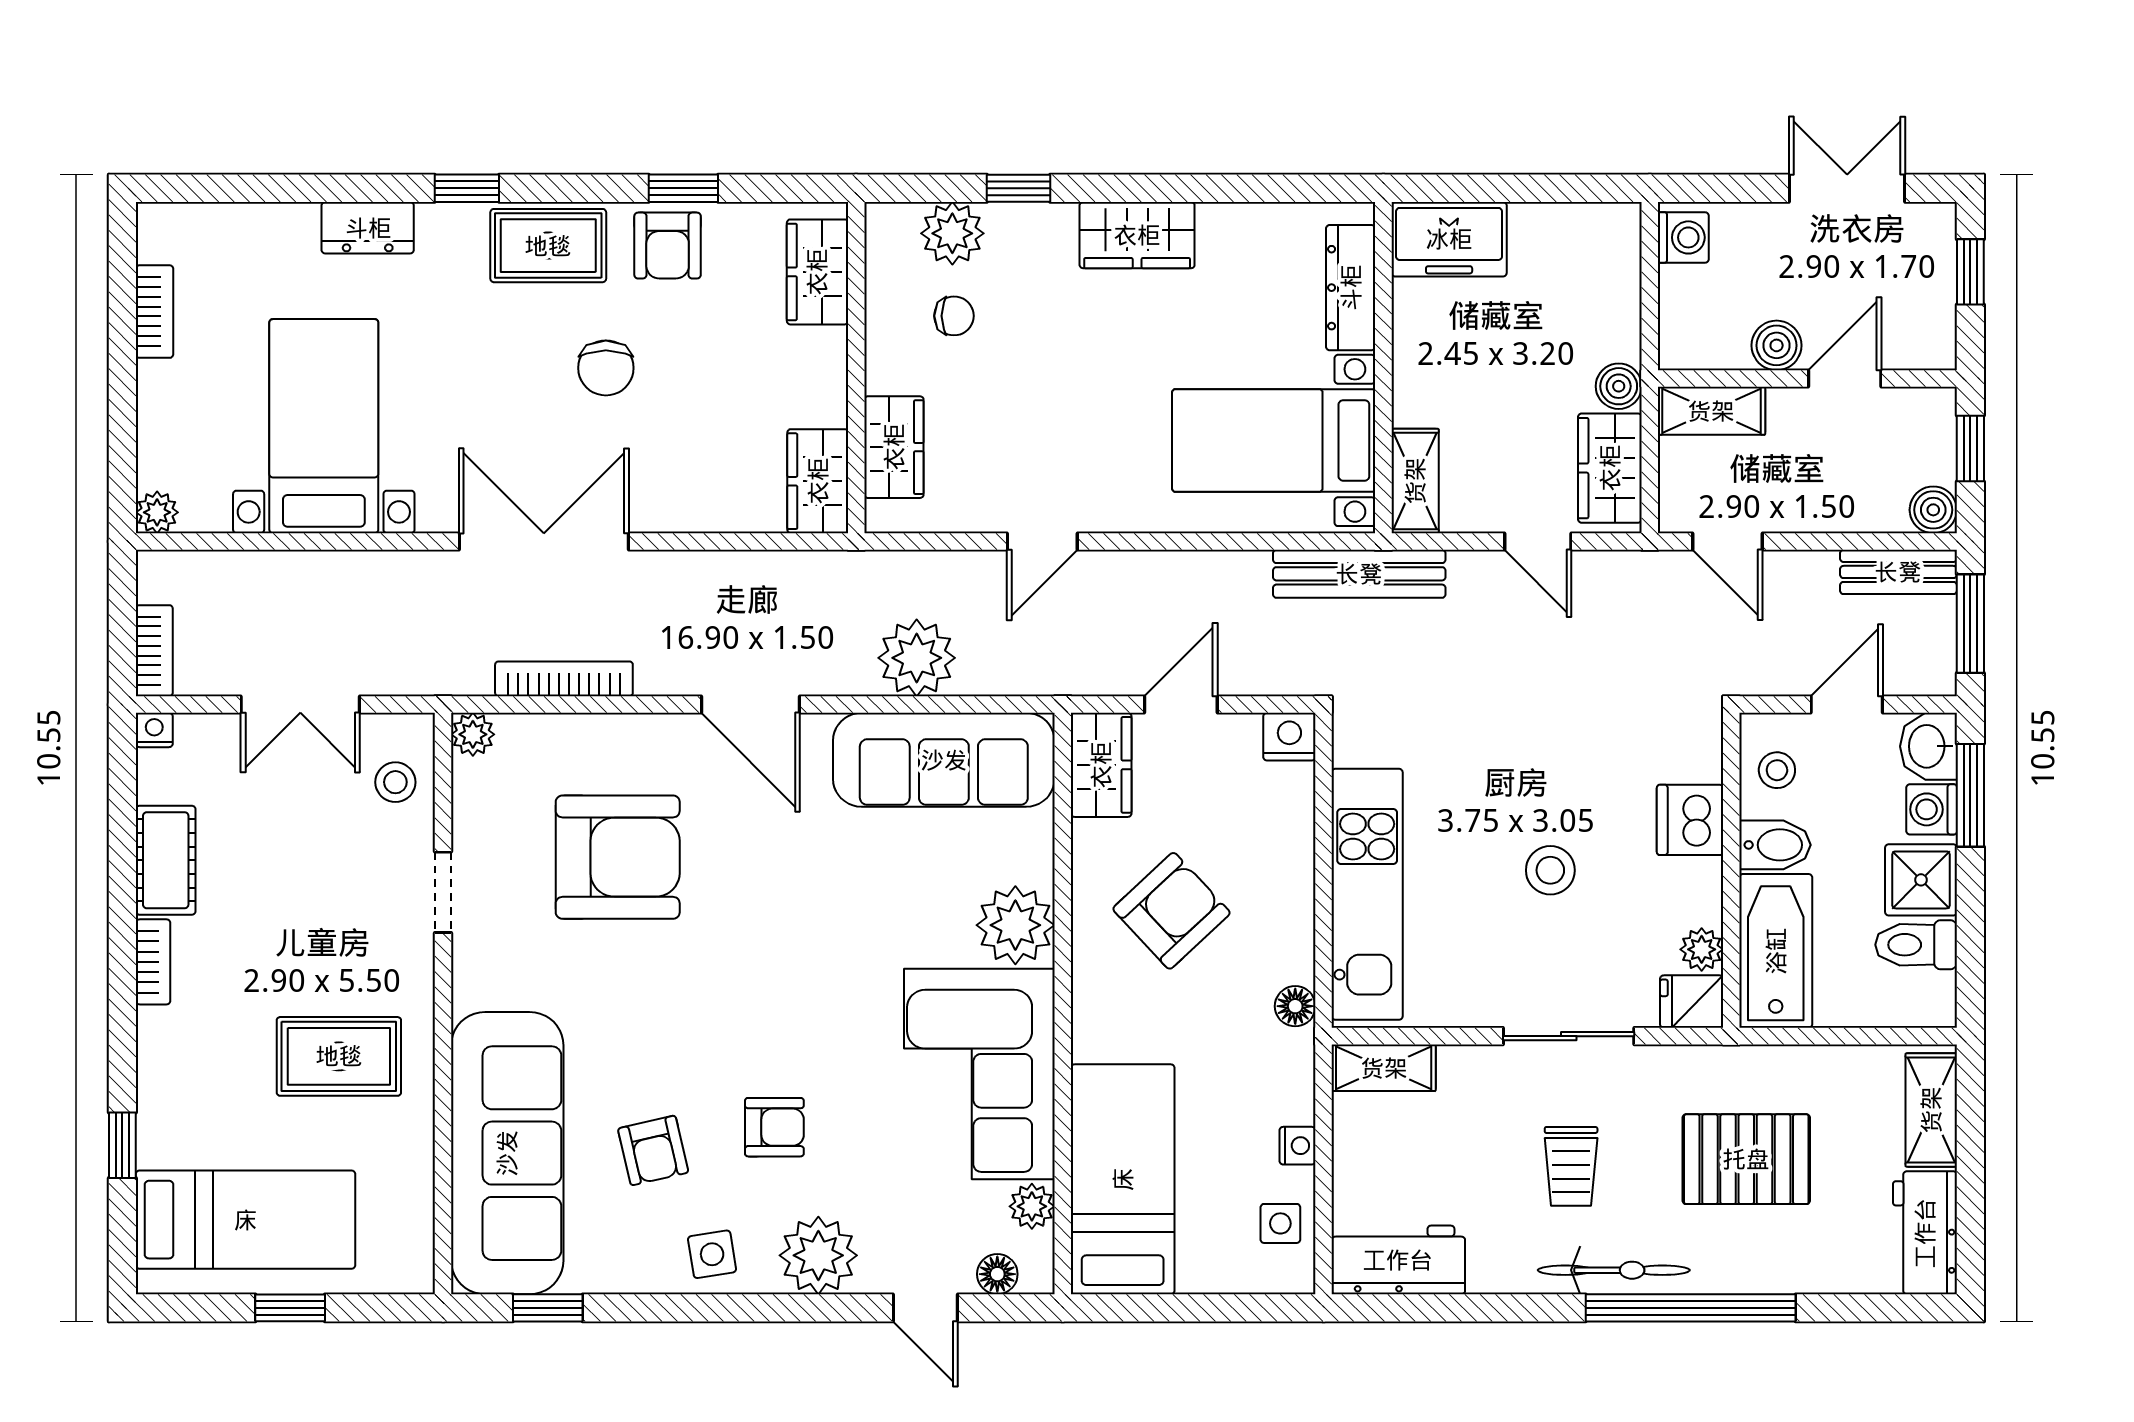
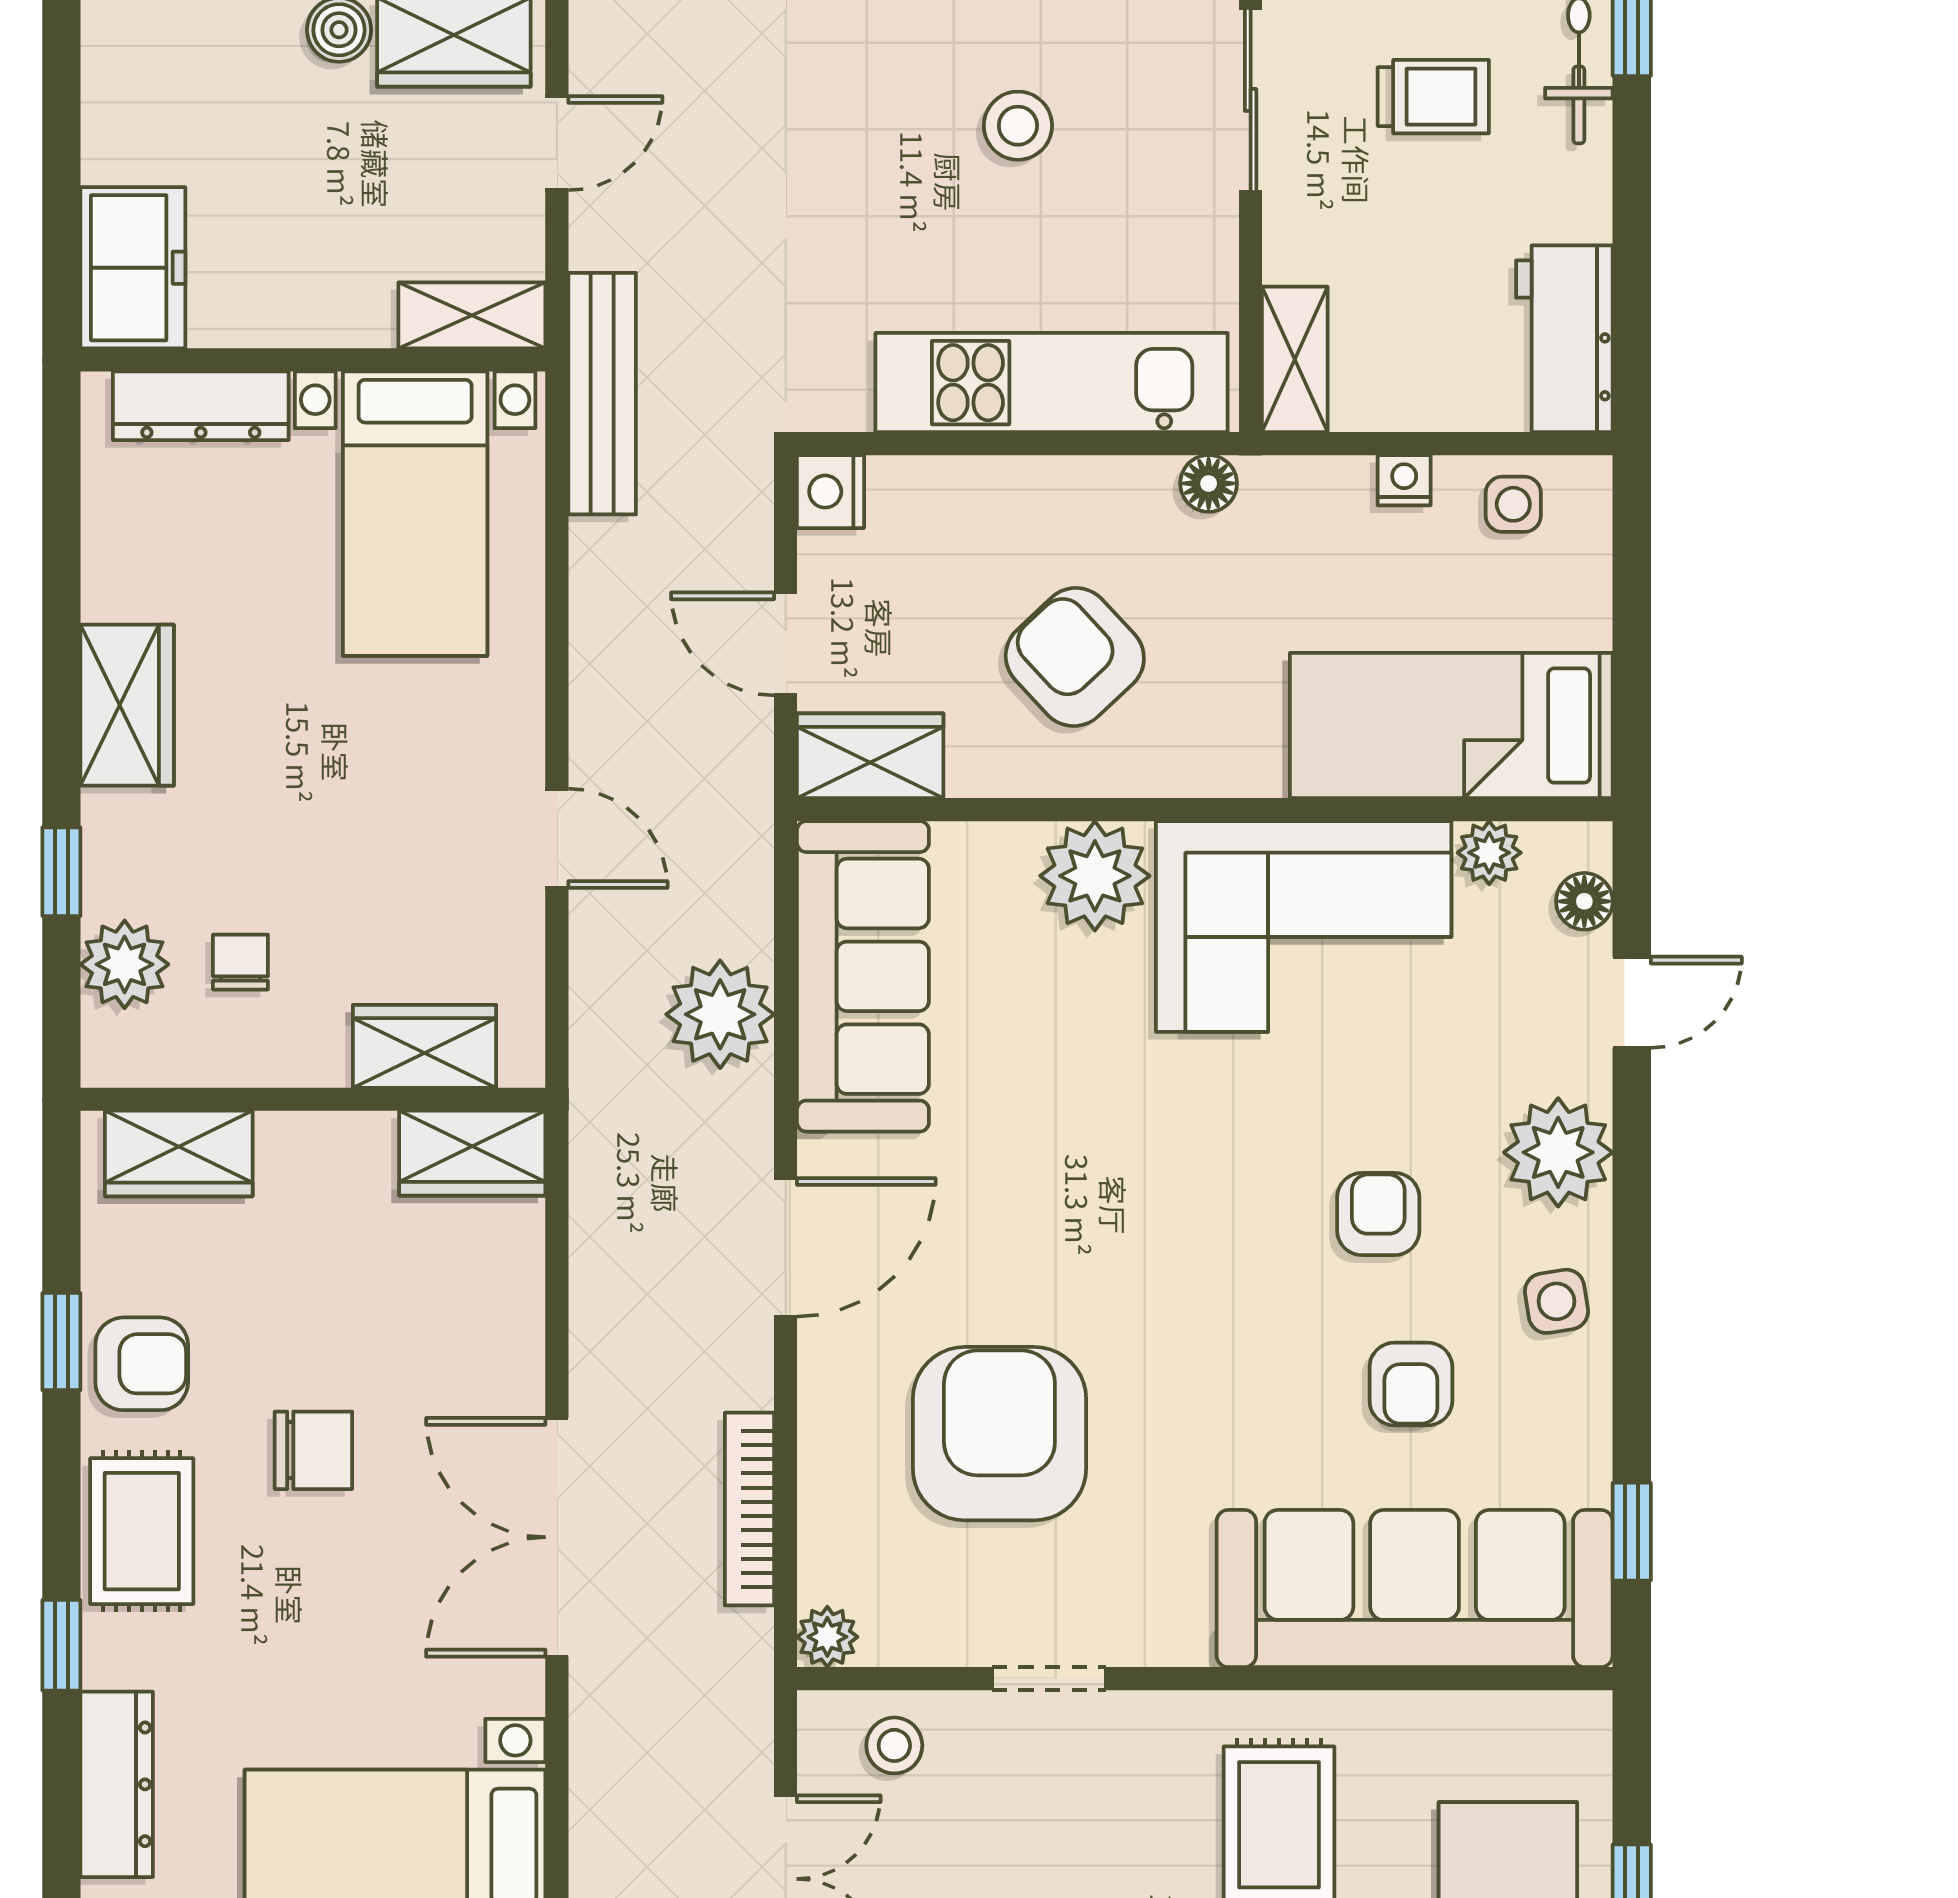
dresser: (368, 228) -> (117, 1784), width x1.44
armchair: (653, 1150) -> (1411, 1384), turned 103

